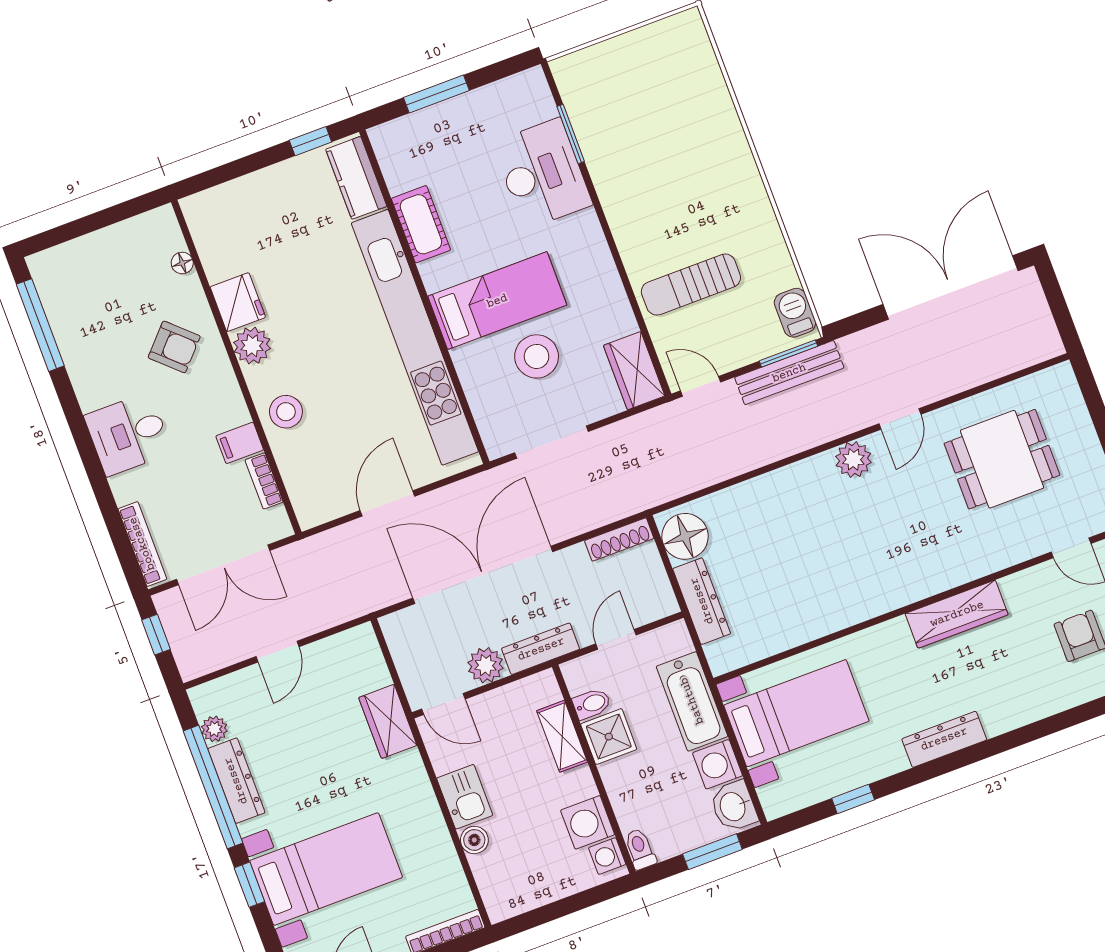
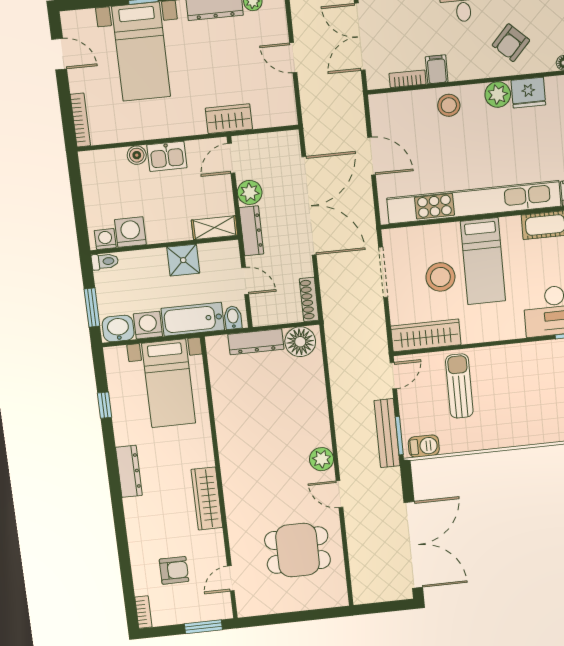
wardrobe: (634, 371) -> (426, 335), width x1.50
dining table: (1002, 459) -> (298, 550), turned 90
bidet: (592, 704) -> (233, 318), moved, turned 180
shelving: (562, 736) -> (215, 228), moved

